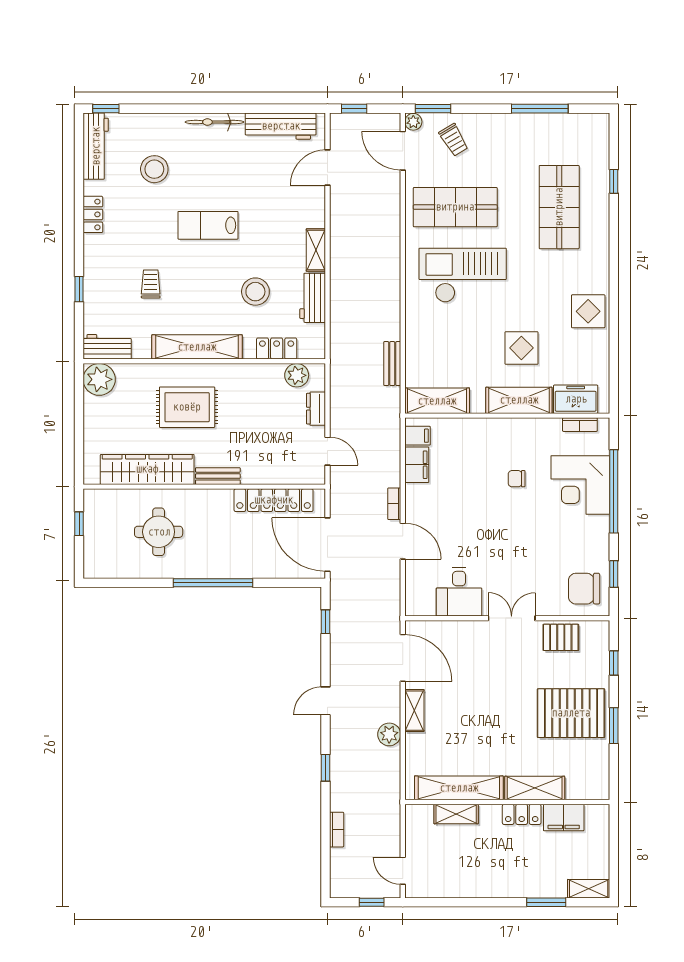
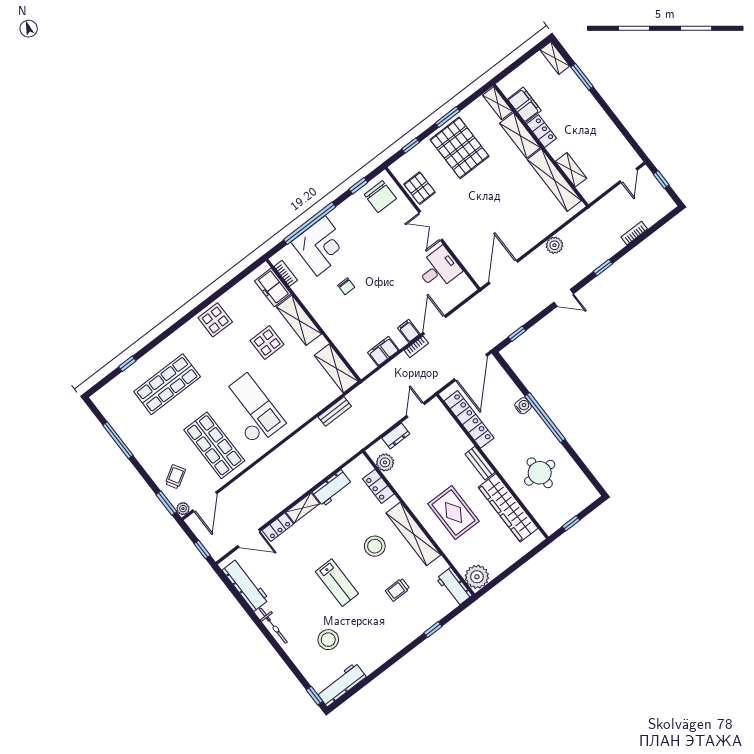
locker: (93, 214) -> (278, 527), moved, turned 180
checkout: (463, 275) -> (251, 410), turned 180
stool: (255, 292) -> (375, 546), moved
filing cabinet: (418, 436) -> (409, 331), moved
water cooler: (244, 569) -> (523, 406), added
shelving: (414, 711) -> (498, 103), moved, turned 90

